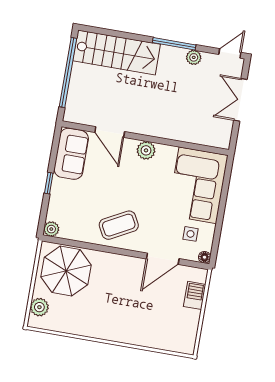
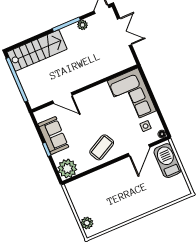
double door: (240, 100) -> (124, 32), swing flipped
plant: (146, 150) -> (90, 95), removed
sofa: (71, 154) -> (53, 135), moved
plant: (51, 229) -> (67, 169), width x1.87, depth x1.87
parasol: (66, 271) -> (89, 193), removed
barbecue: (195, 295) -> (167, 161), width x1.88, depth x1.53

